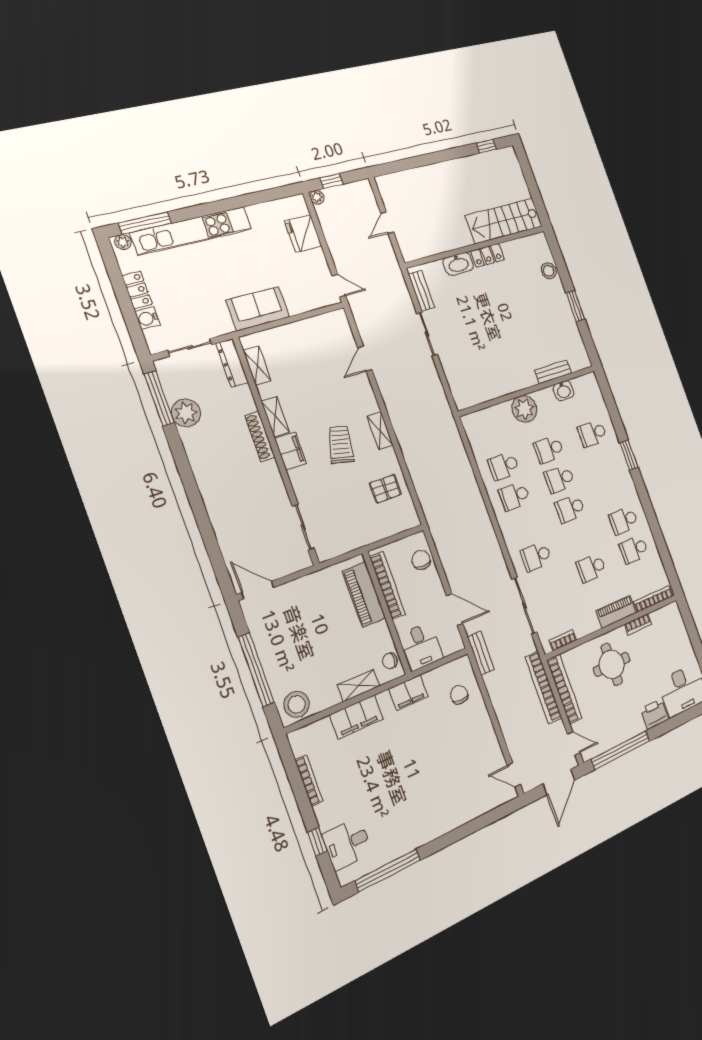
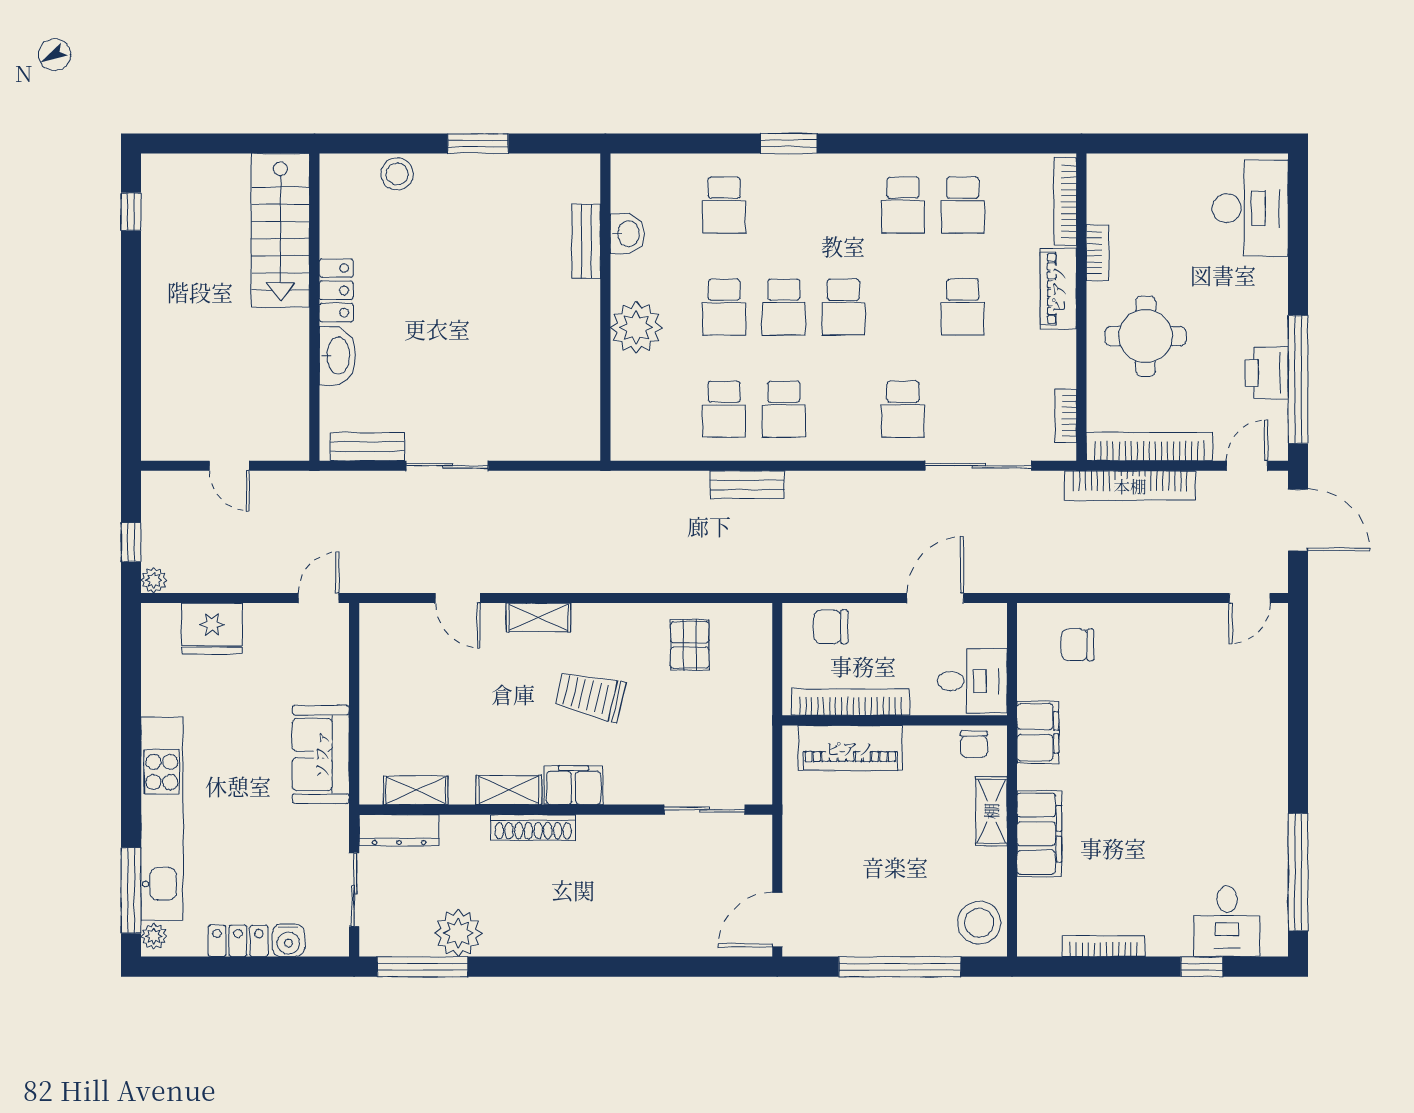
shelving: (380, 431) -> (539, 617), moved
bench: (481, 653) -> (747, 485), moved
printer: (655, 714) -> (1267, 373), moved

